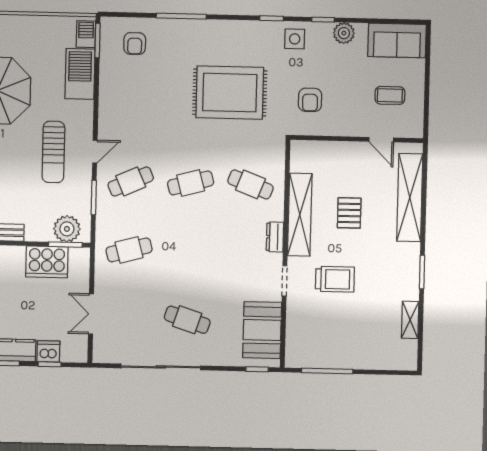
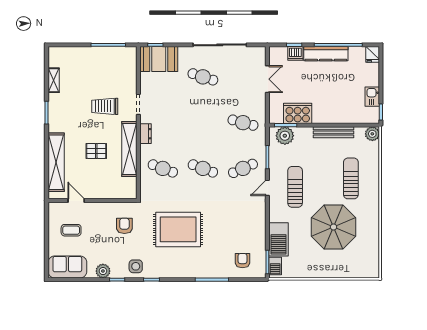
cafe table: (191, 183) -> (203, 168), turned 36
pallet: (349, 213) -> (96, 151), turned 90
cafe table: (129, 250) -> (243, 123), turned 30
booth: (262, 330) -> (159, 59), moved, turned 90

